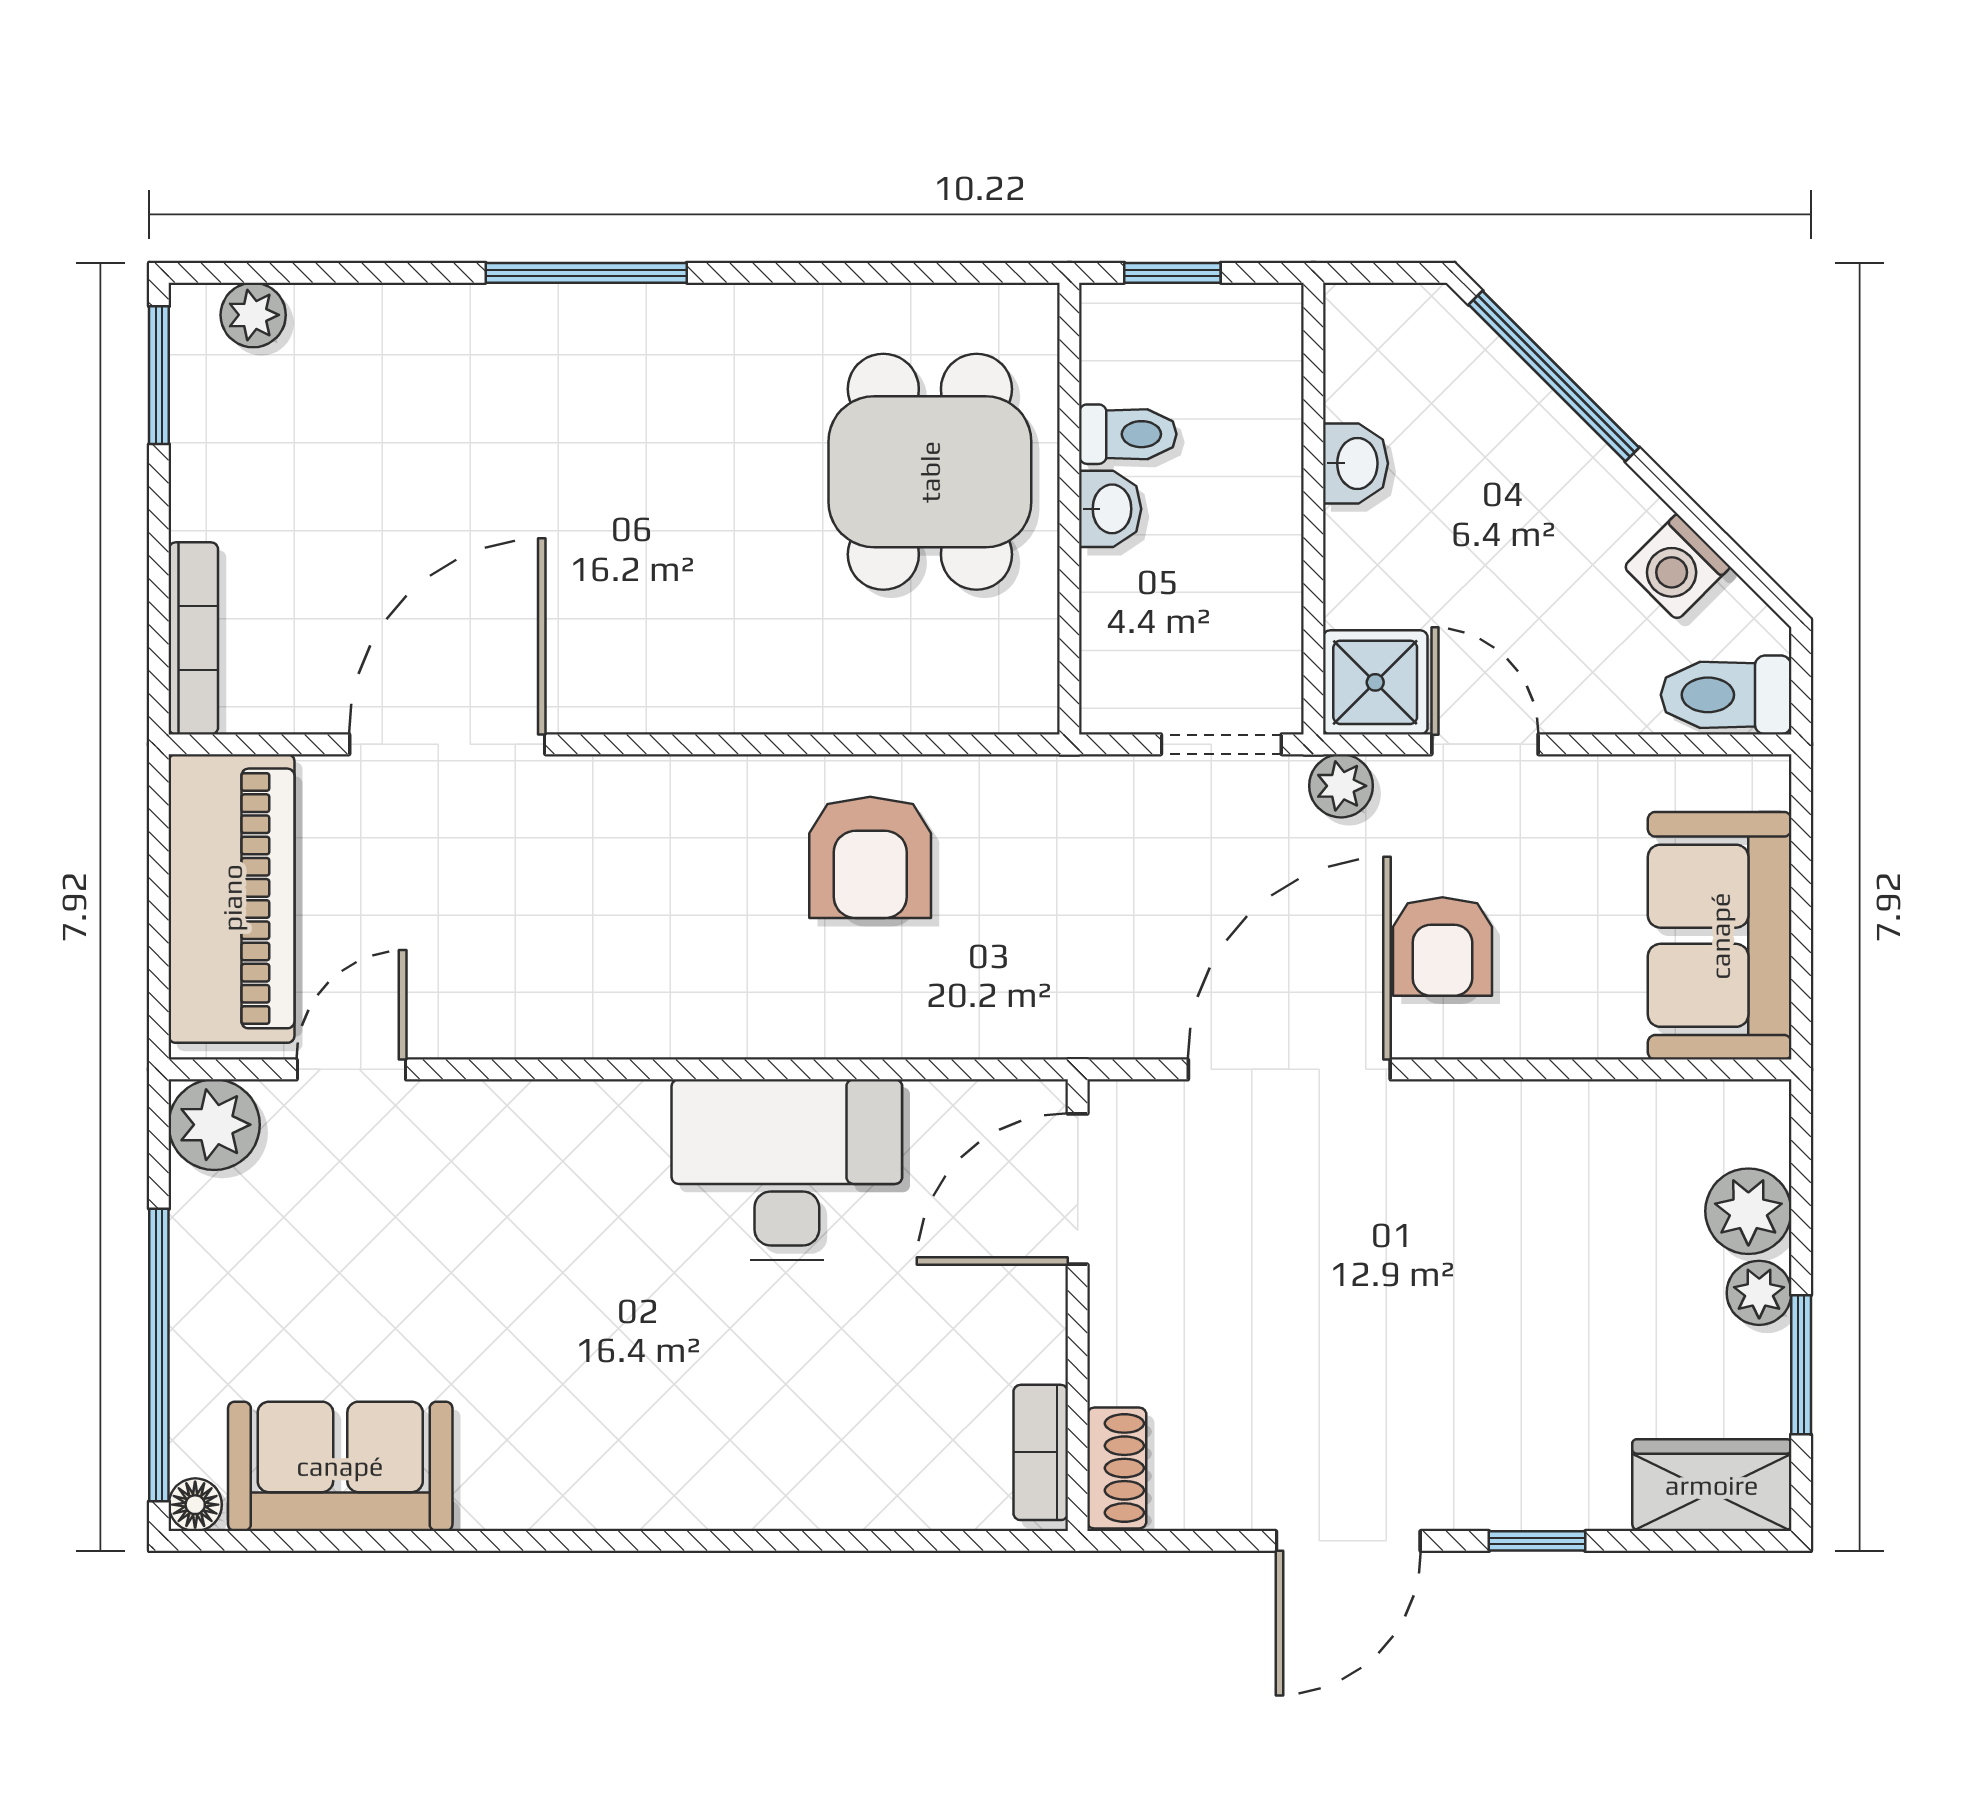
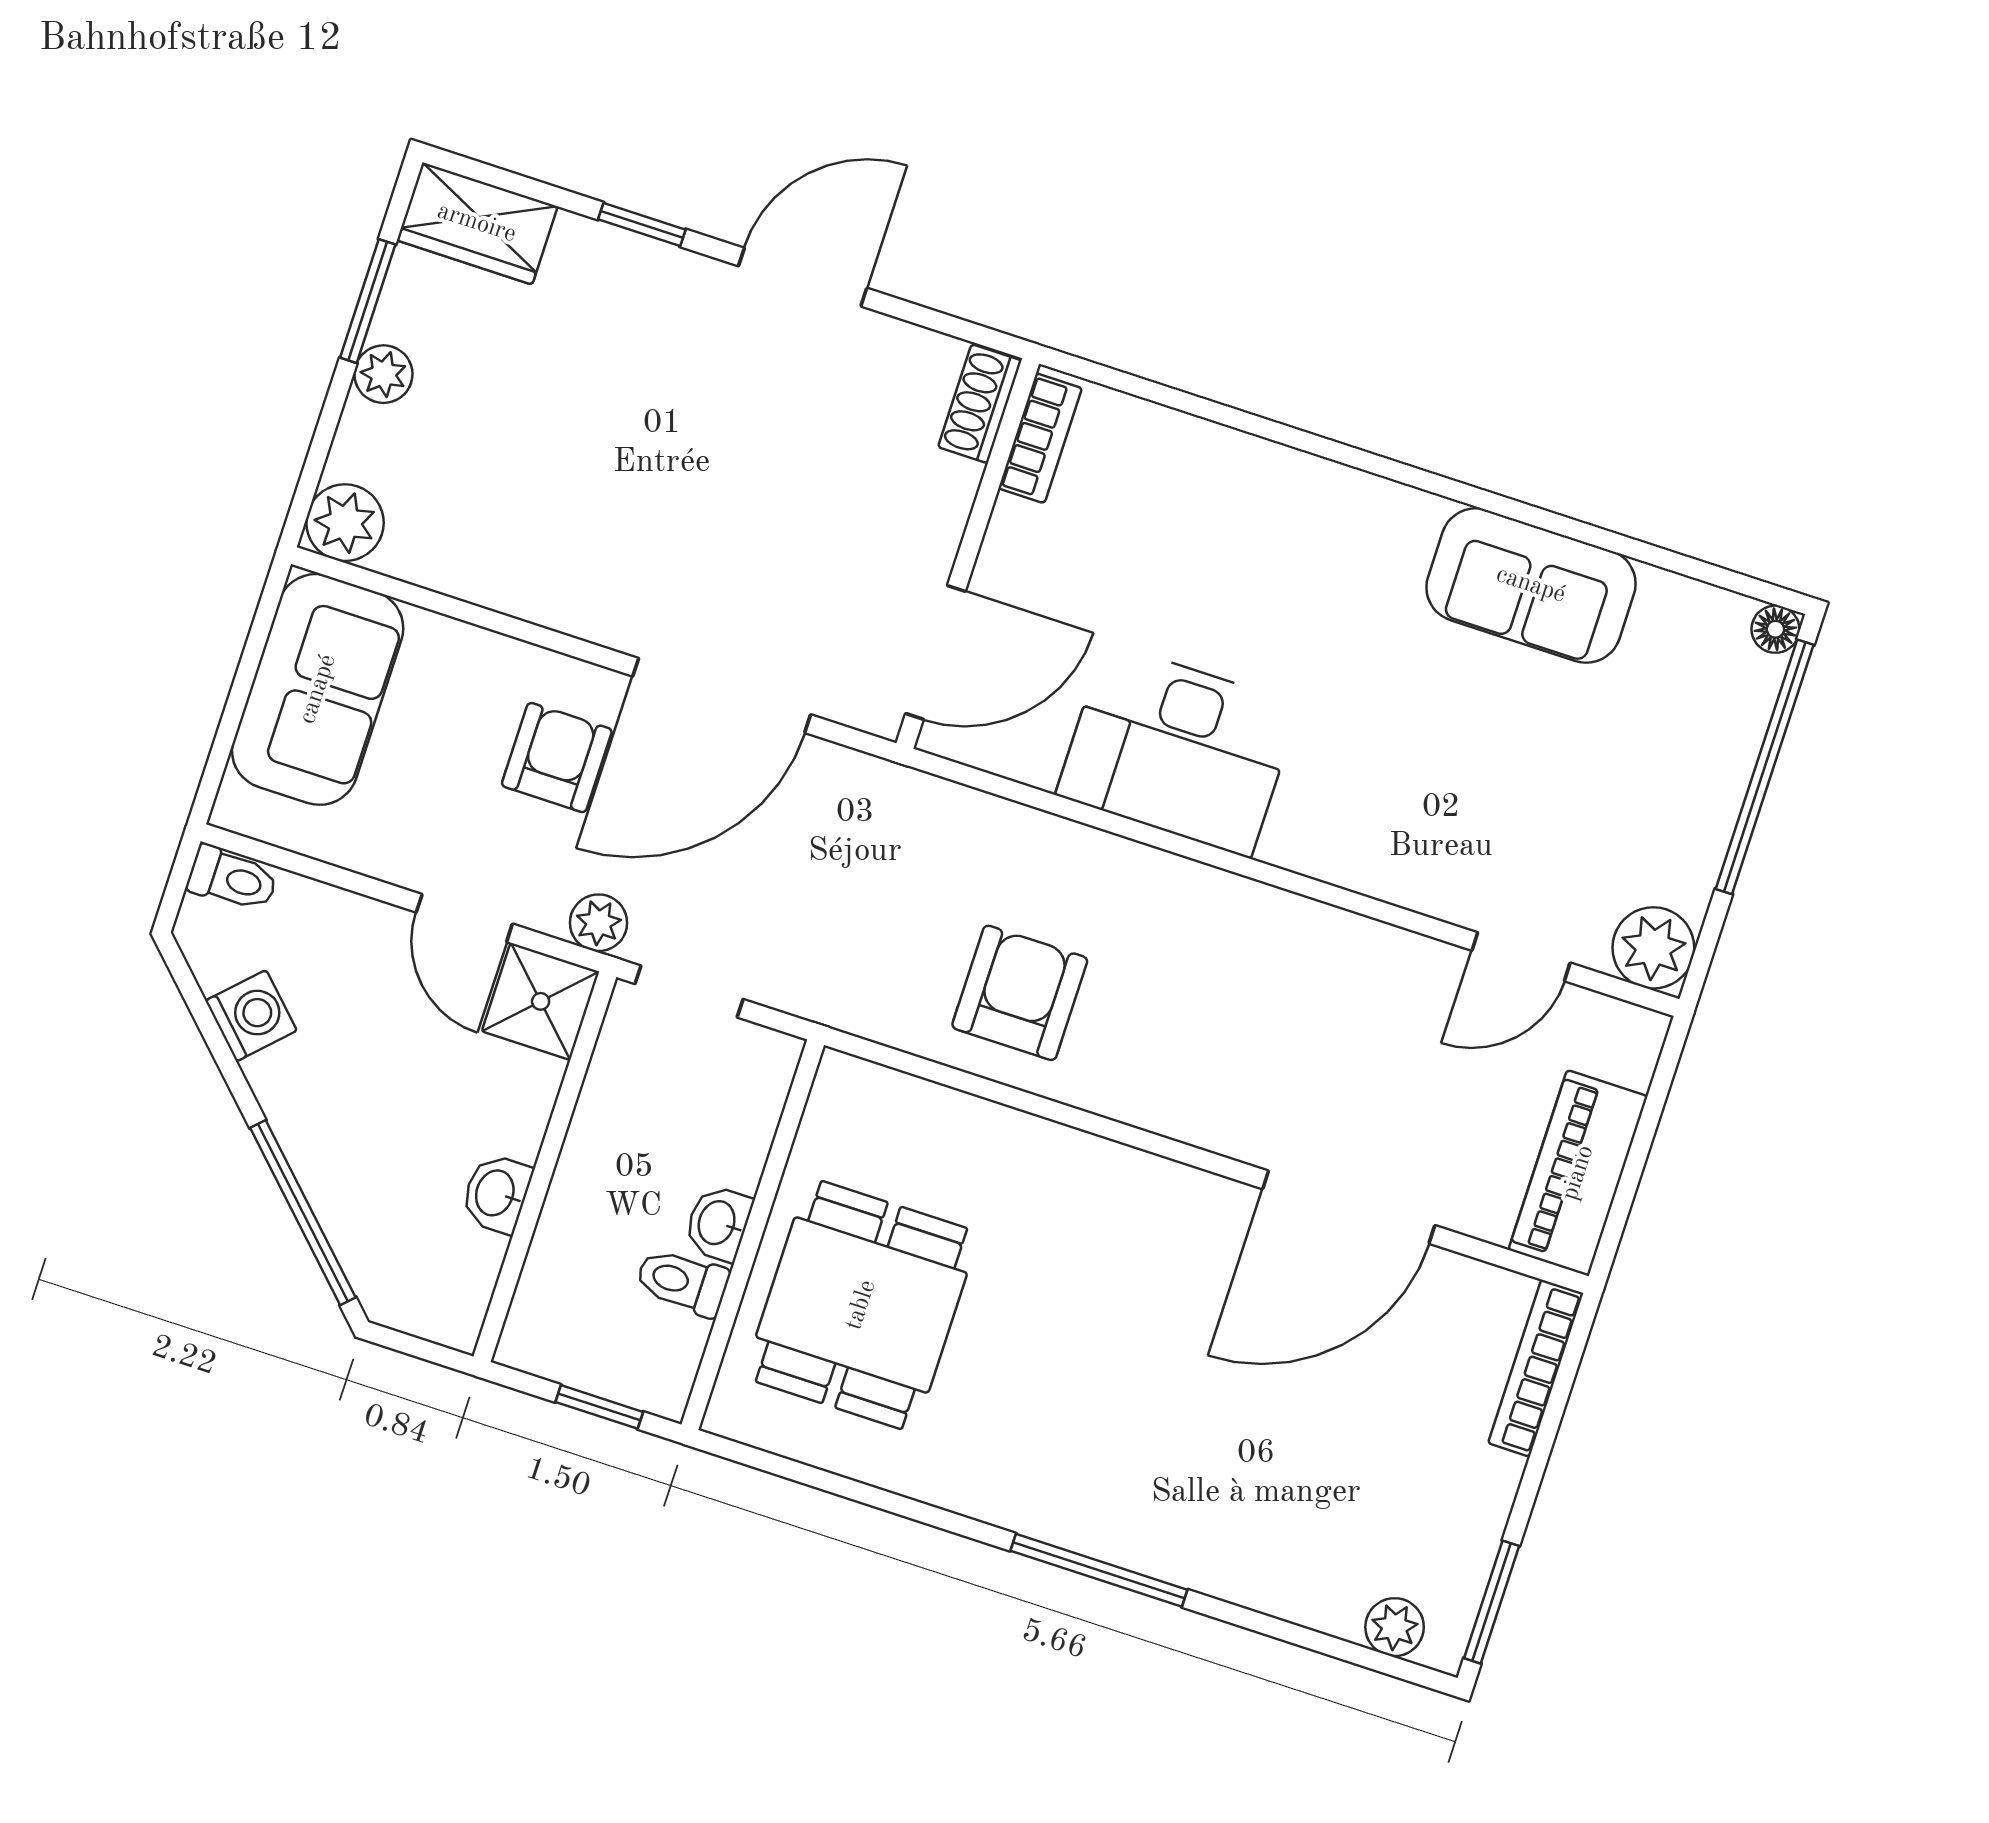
toilet: (1726, 695) -> (233, 879), width x0.73, depth x0.72
piano: (232, 898) -> (1578, 1173), width x0.73, depth x0.75
plant: (1748, 1211) -> (345, 523), moved
sofa: (340, 1466) -> (1531, 585), moved

